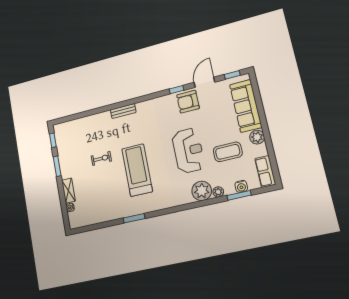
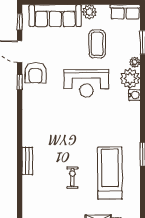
bench: (123, 111) -> (27, 161), moved
reception desk: (188, 151) -> (86, 83), turned 180
treadmill: (137, 170) -> (110, 173), moved, turned 90
water cooler: (241, 186) -> (134, 95), moved

